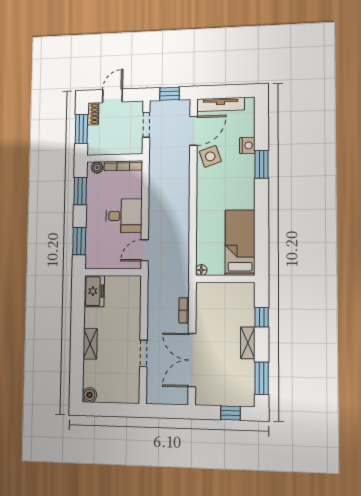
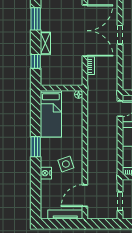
window: (170, 94) -> (103, 224), removed
nightstand: (247, 145) -> (46, 173), moved
side table: (210, 156) -> (66, 164), moved
window: (262, 164) -> (36, 147), moved
double door: (192, 360) -> (85, 31), width x1.36

